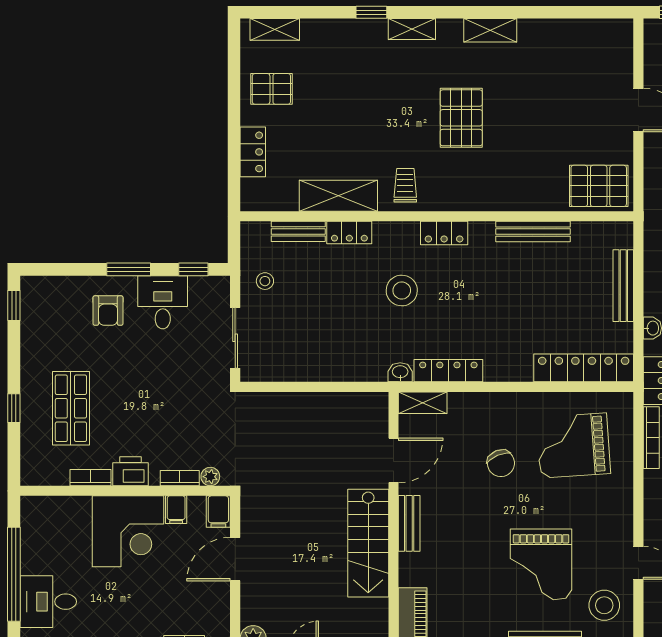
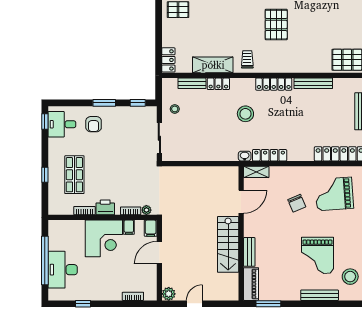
locker: (253, 152) -> (168, 60), moved
locker: (444, 233) -> (274, 84), width x1.53
desk: (163, 302) -> (62, 124), moved, turned -90
bench: (409, 523) -> (249, 252), moved
desk: (48, 602) -> (63, 270), width x1.37

